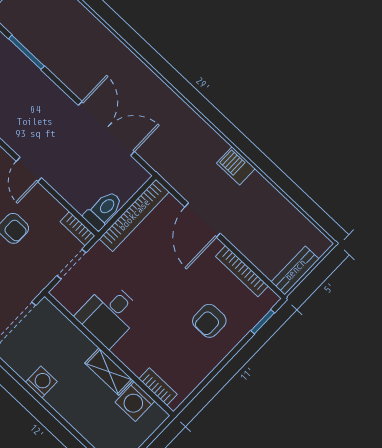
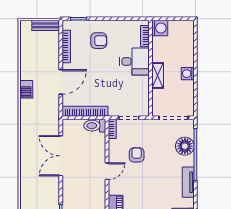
desk: (109, 314) -> (135, 61), moved
shelving: (109, 372) -> (158, 75), moved
washing machine: (41, 382) -> (188, 74), moved
washing machine: (135, 402) -> (160, 28), moved

